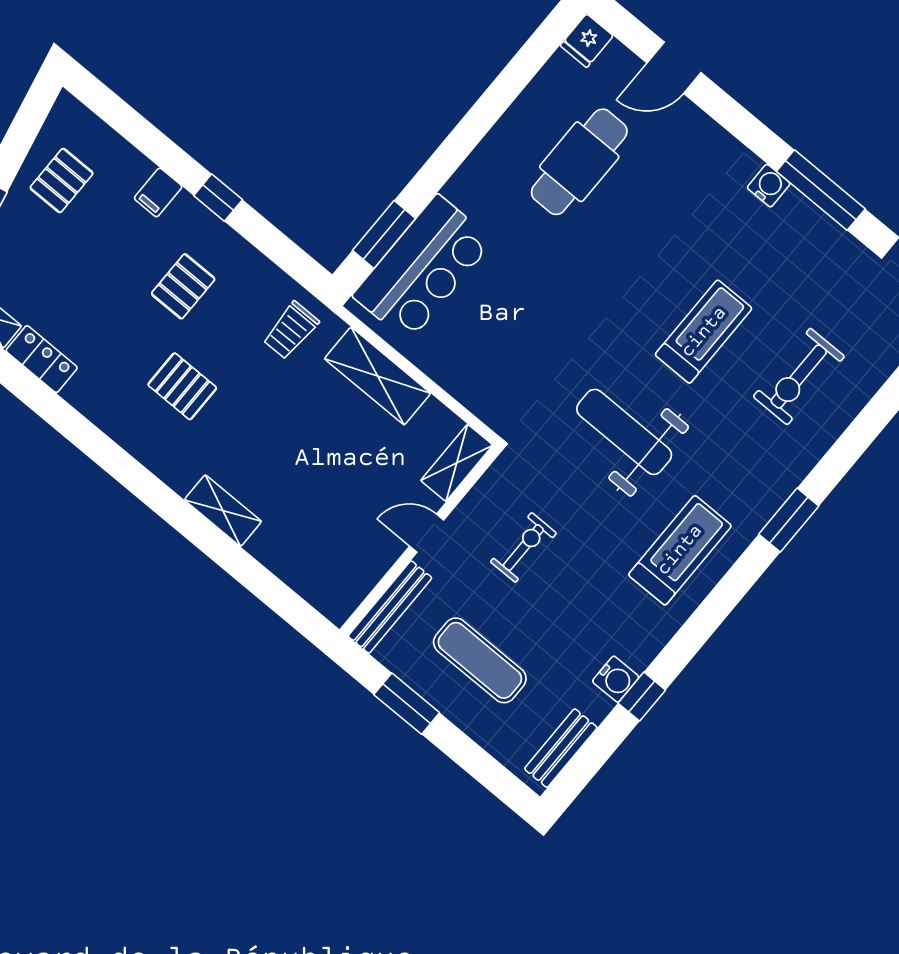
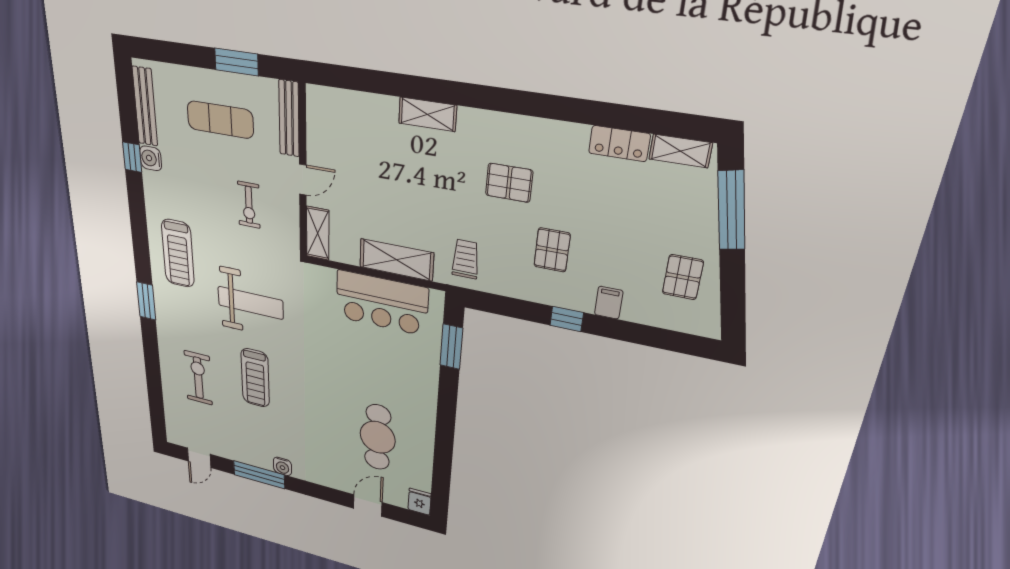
bar counter: (423, 268) -> (382, 303), moved, turned -90
bench: (561, 748) -> (145, 106), width x1.36

